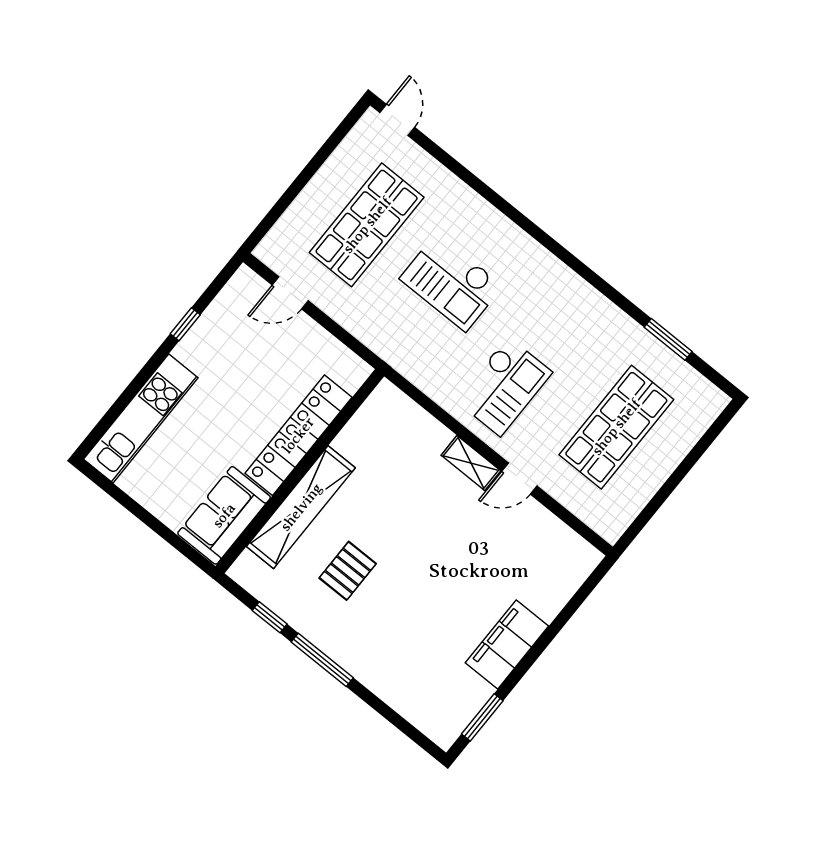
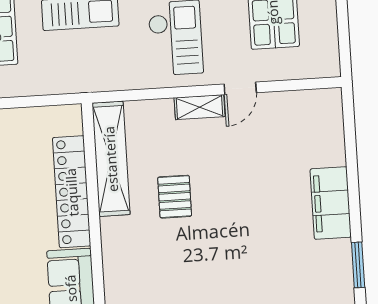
shelving: (301, 507) -> (111, 159), moved
pallet: (348, 571) -> (175, 197), moved

